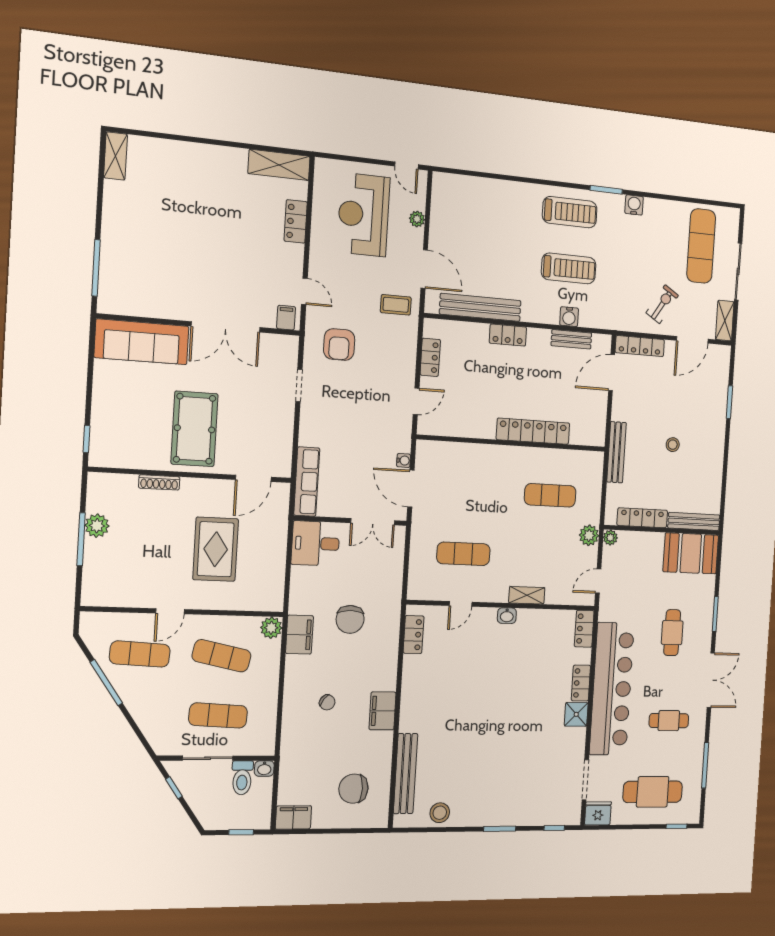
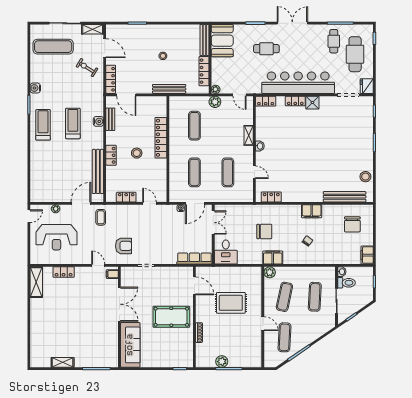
shelving: (116, 156) -> (63, 362), moved
door: (304, 291) -> (98, 265), hinge flipped
stool: (509, 384) -> (137, 153), added
exercise mat: (467, 491) -> (194, 172), added
cafe table: (669, 721) -> (334, 41), moved

